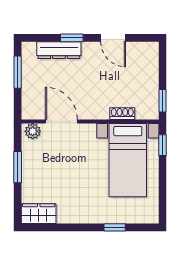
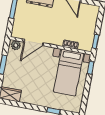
door: (61, 121) -> (34, 42), swing flipped

